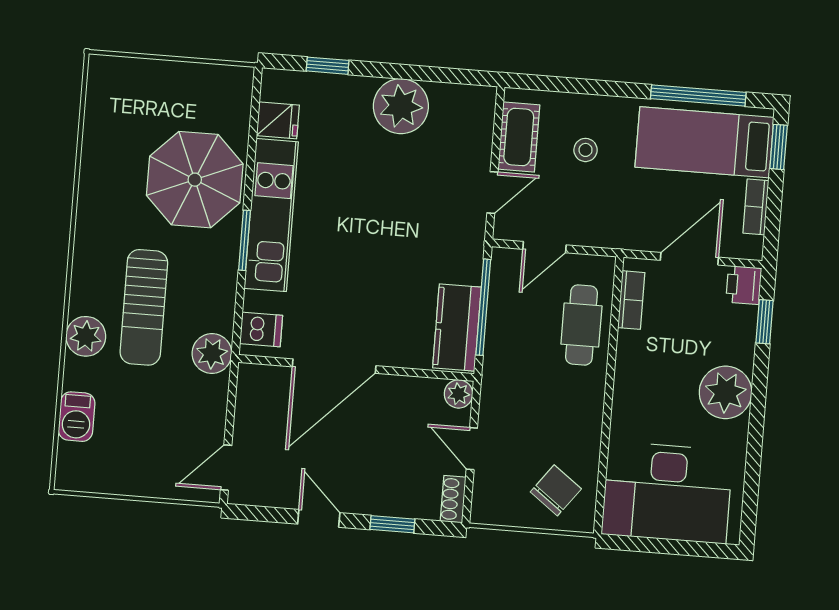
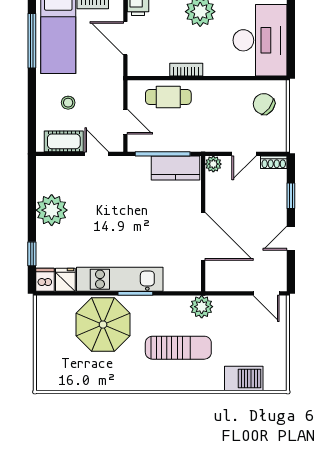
bookcase: (631, 300) -> (186, 70), moved
dishwasher: (261, 329) -> (45, 280), moved
plant: (86, 336) -> (198, 380), removed
barbecue: (77, 417) -> (244, 378), width x1.38, depth x1.27

